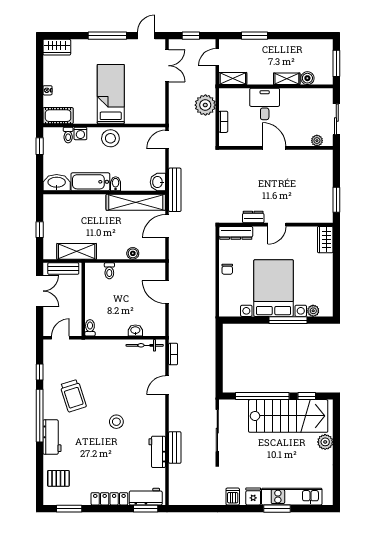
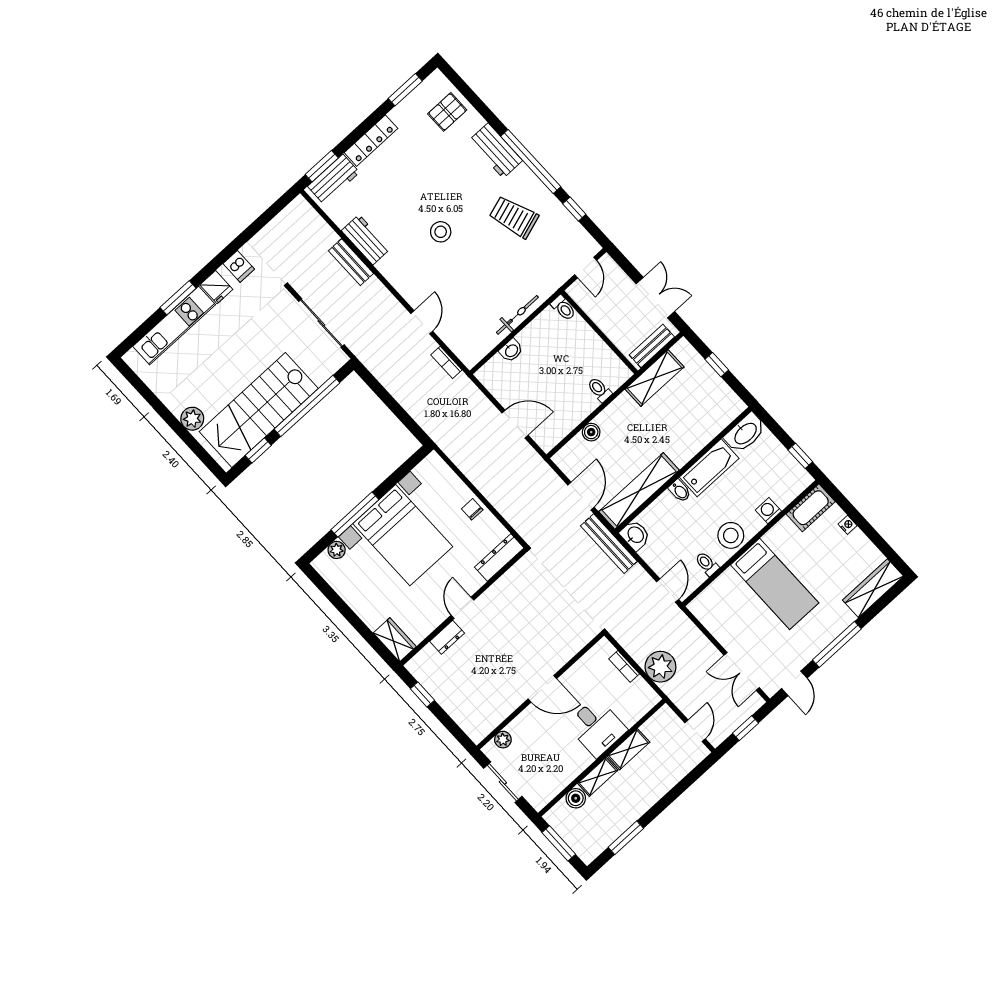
window: (255, 36) -> (626, 838), moved
wardrobe: (57, 47) -> (873, 588), width x1.50
shelving: (233, 78) -> (629, 749), moved
toilet: (68, 135) -> (707, 564), moved
window: (336, 200) -> (422, 695), width x0.67
dresser: (253, 217) -> (447, 637), moved
double door: (40, 291) -> (655, 298), swing flipped
bicycle: (145, 345) -> (517, 315), moved

